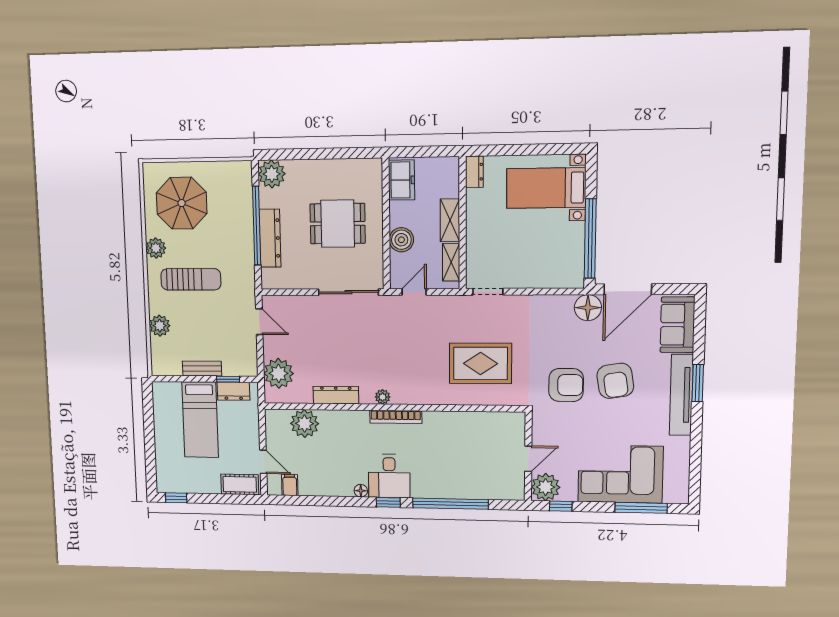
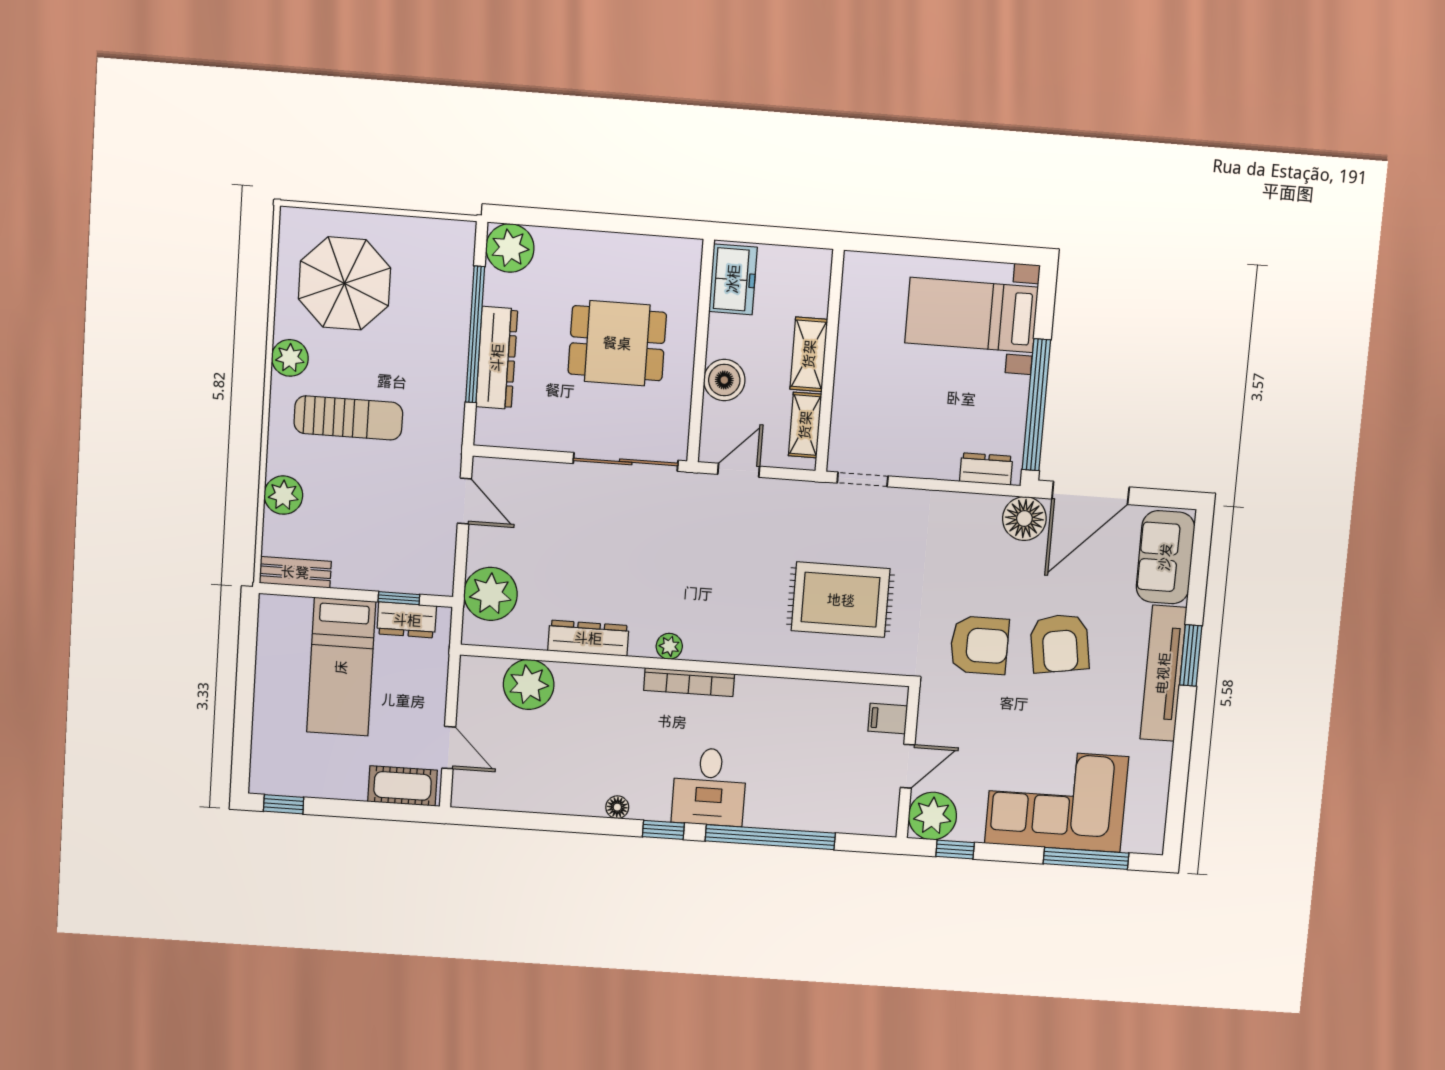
dresser: (474, 172) -> (986, 469), moved, turned -90
bench: (202, 369) -> (295, 572), moved
desk: (389, 476) -> (709, 787), moved
filing cabinet: (290, 485) -> (888, 719), moved, turned -90

